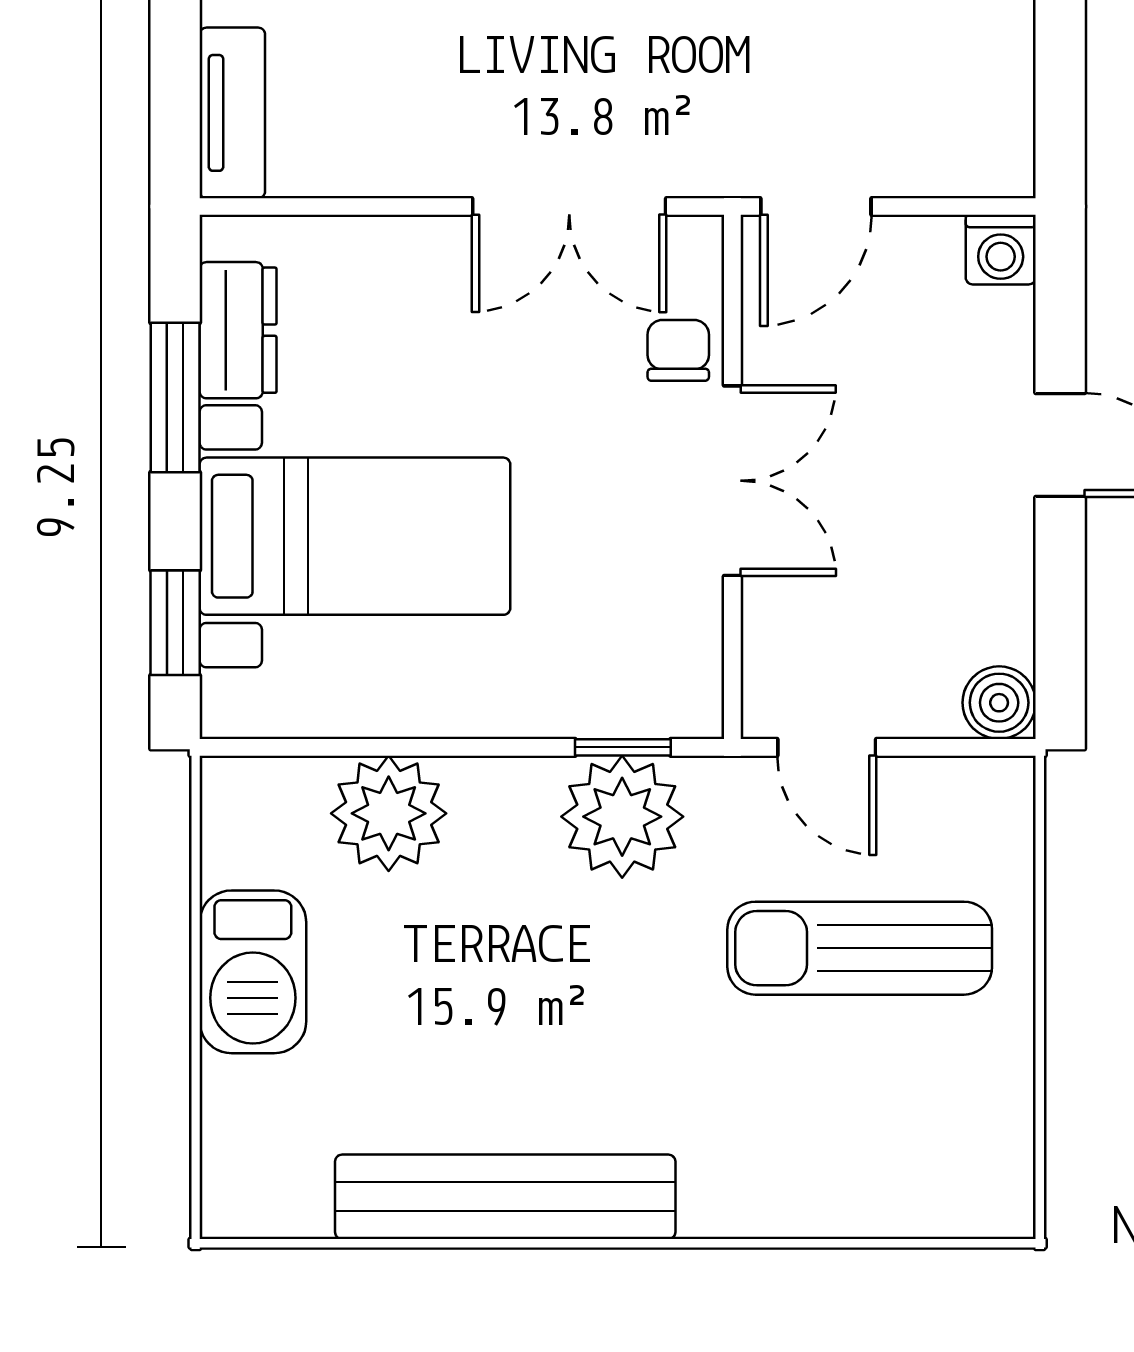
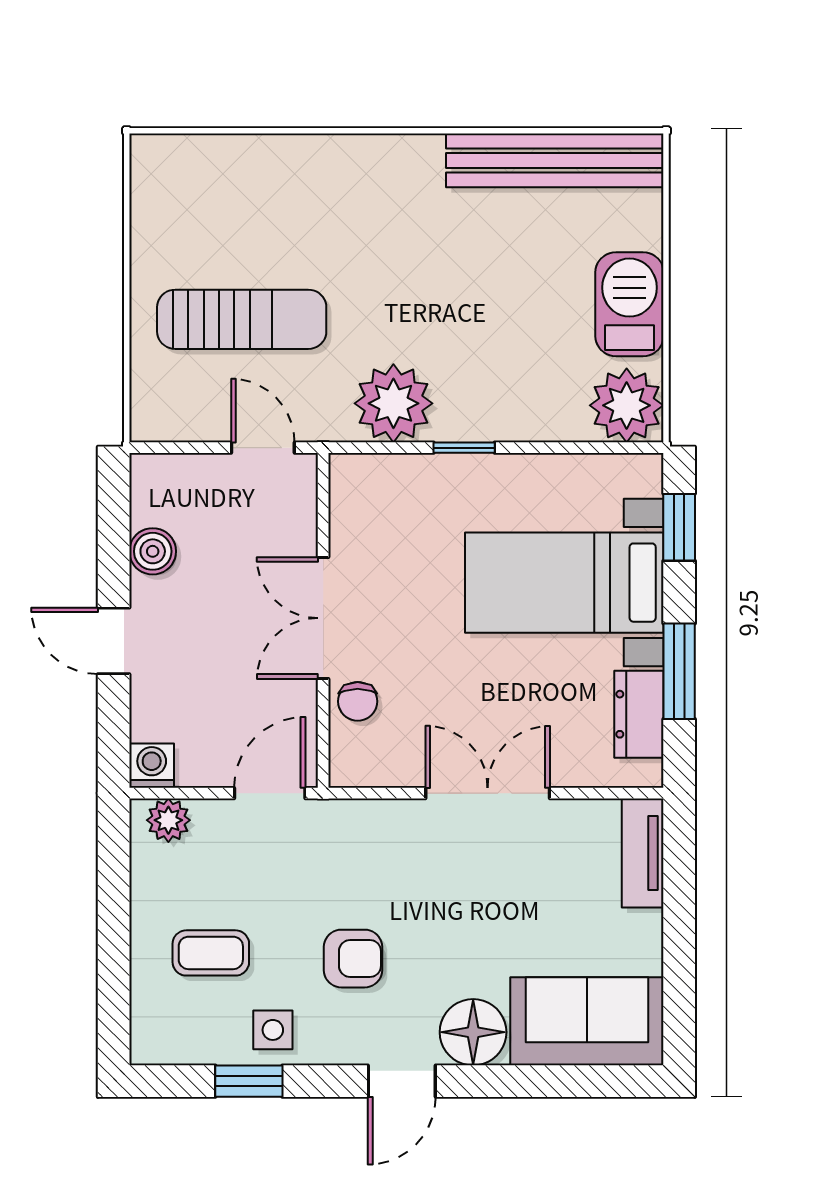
plant: (974, 164) -> (168, 820), added
double door: (569, 207) -> (488, 793), moved
boiler: (999, 703) -> (153, 551), moved
window: (623, 747) -> (464, 448), moved
plant: (389, 813) -> (627, 405), moved
bench: (505, 1197) -> (555, 160), moved

